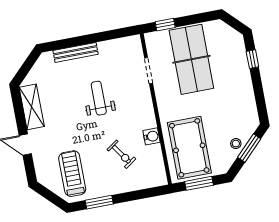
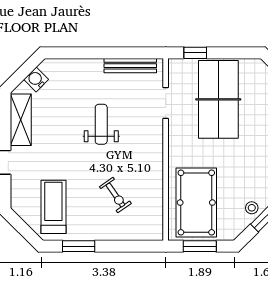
bench: (76, 52) -> (130, 66), moved
water cooler: (152, 136) -> (36, 79), moved, turned -135

